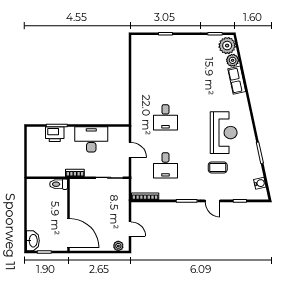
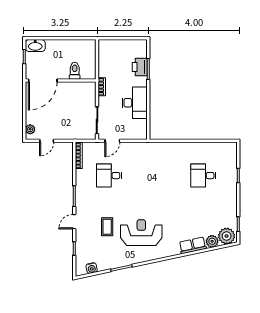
desk: (165, 117) -> (203, 176), moved
reception desk: (224, 133) -> (141, 233), turned 180
door: (130, 150) -> (112, 141), moved
toilet: (59, 184) -> (75, 71), moved

